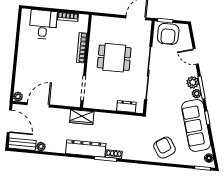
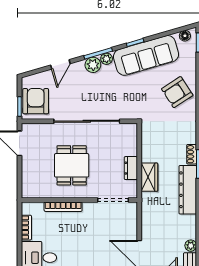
armchair: (168, 34) -> (36, 101), turned -90
dresser: (126, 107) -> (131, 168), moved
wardrobe: (82, 117) -> (149, 177), moved

